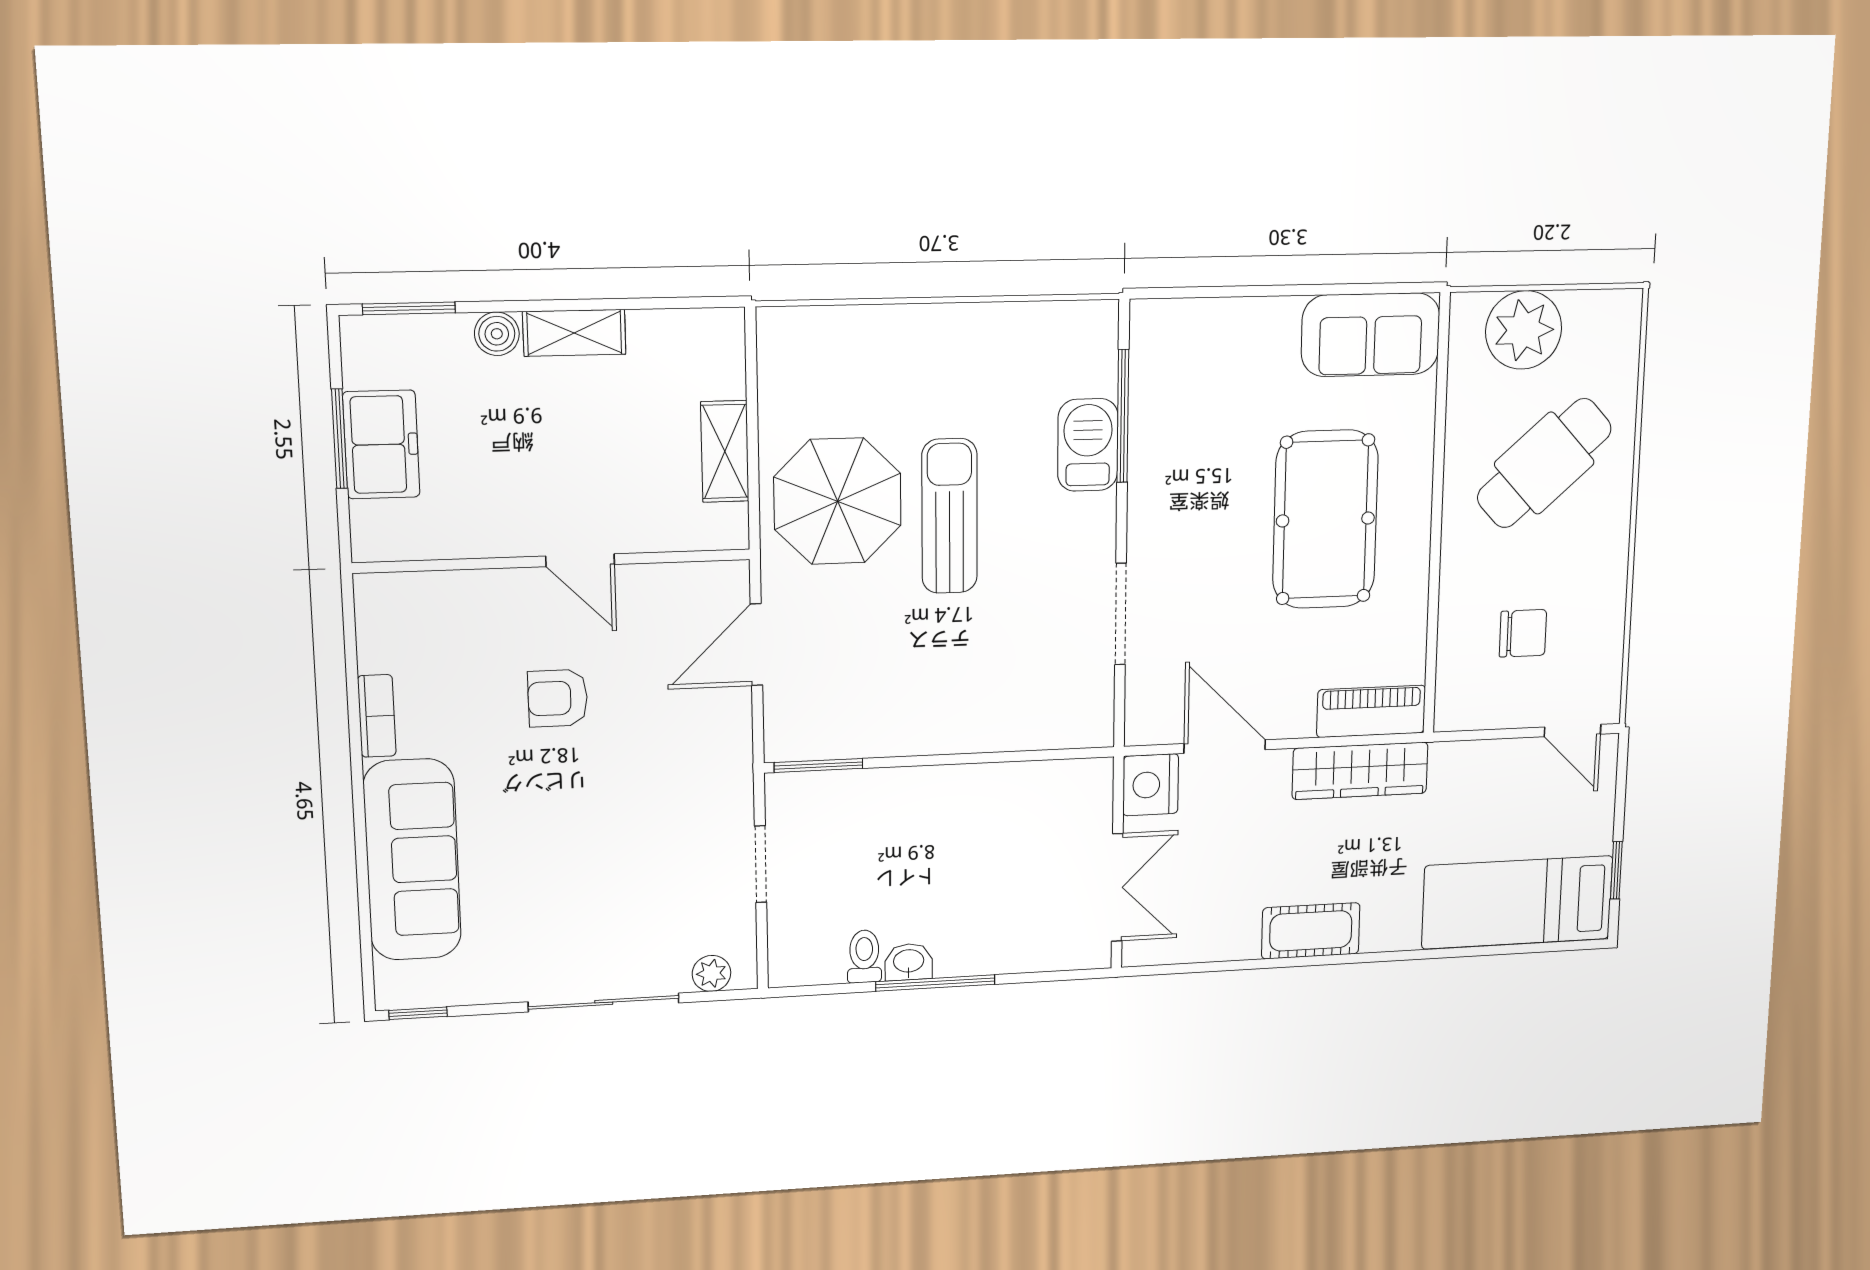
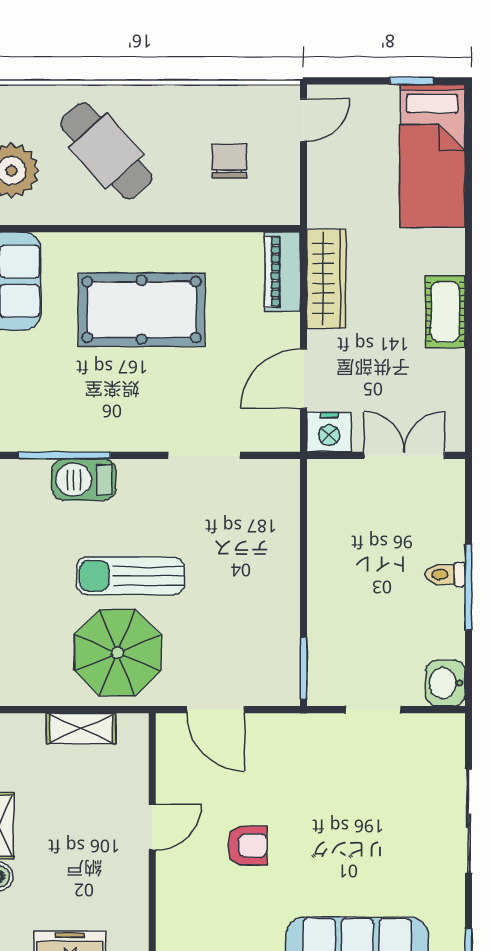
armchair: (558, 698) -> (247, 845), turned -90
toilet: (864, 956) -> (445, 574), moved
washbasin: (909, 962) -> (445, 683), moved, width x1.38, depth x1.45
plant: (711, 973) -> (452, 746), removed

